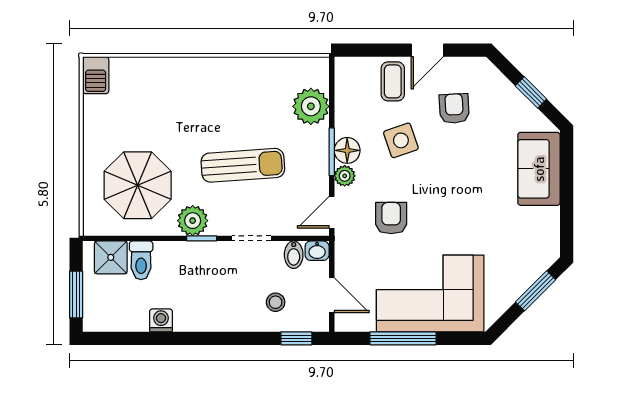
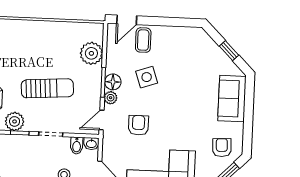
door: (427, 50) -> (127, 20), moved
armchair: (454, 108) -> (222, 148), moved

